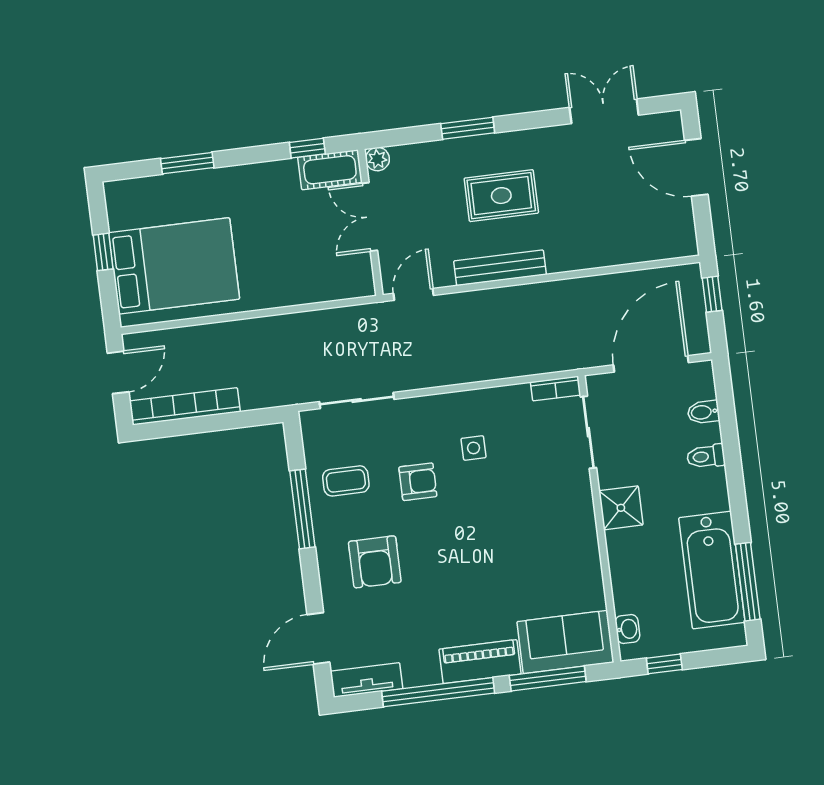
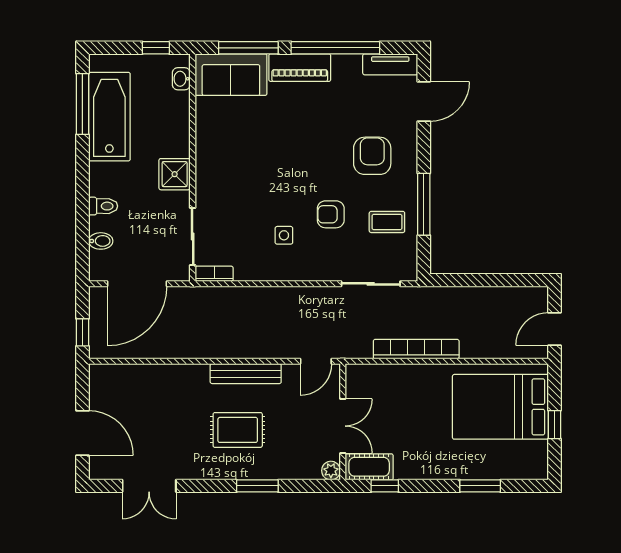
bookcase: (185, 406) -> (416, 349), moved, turned 180

